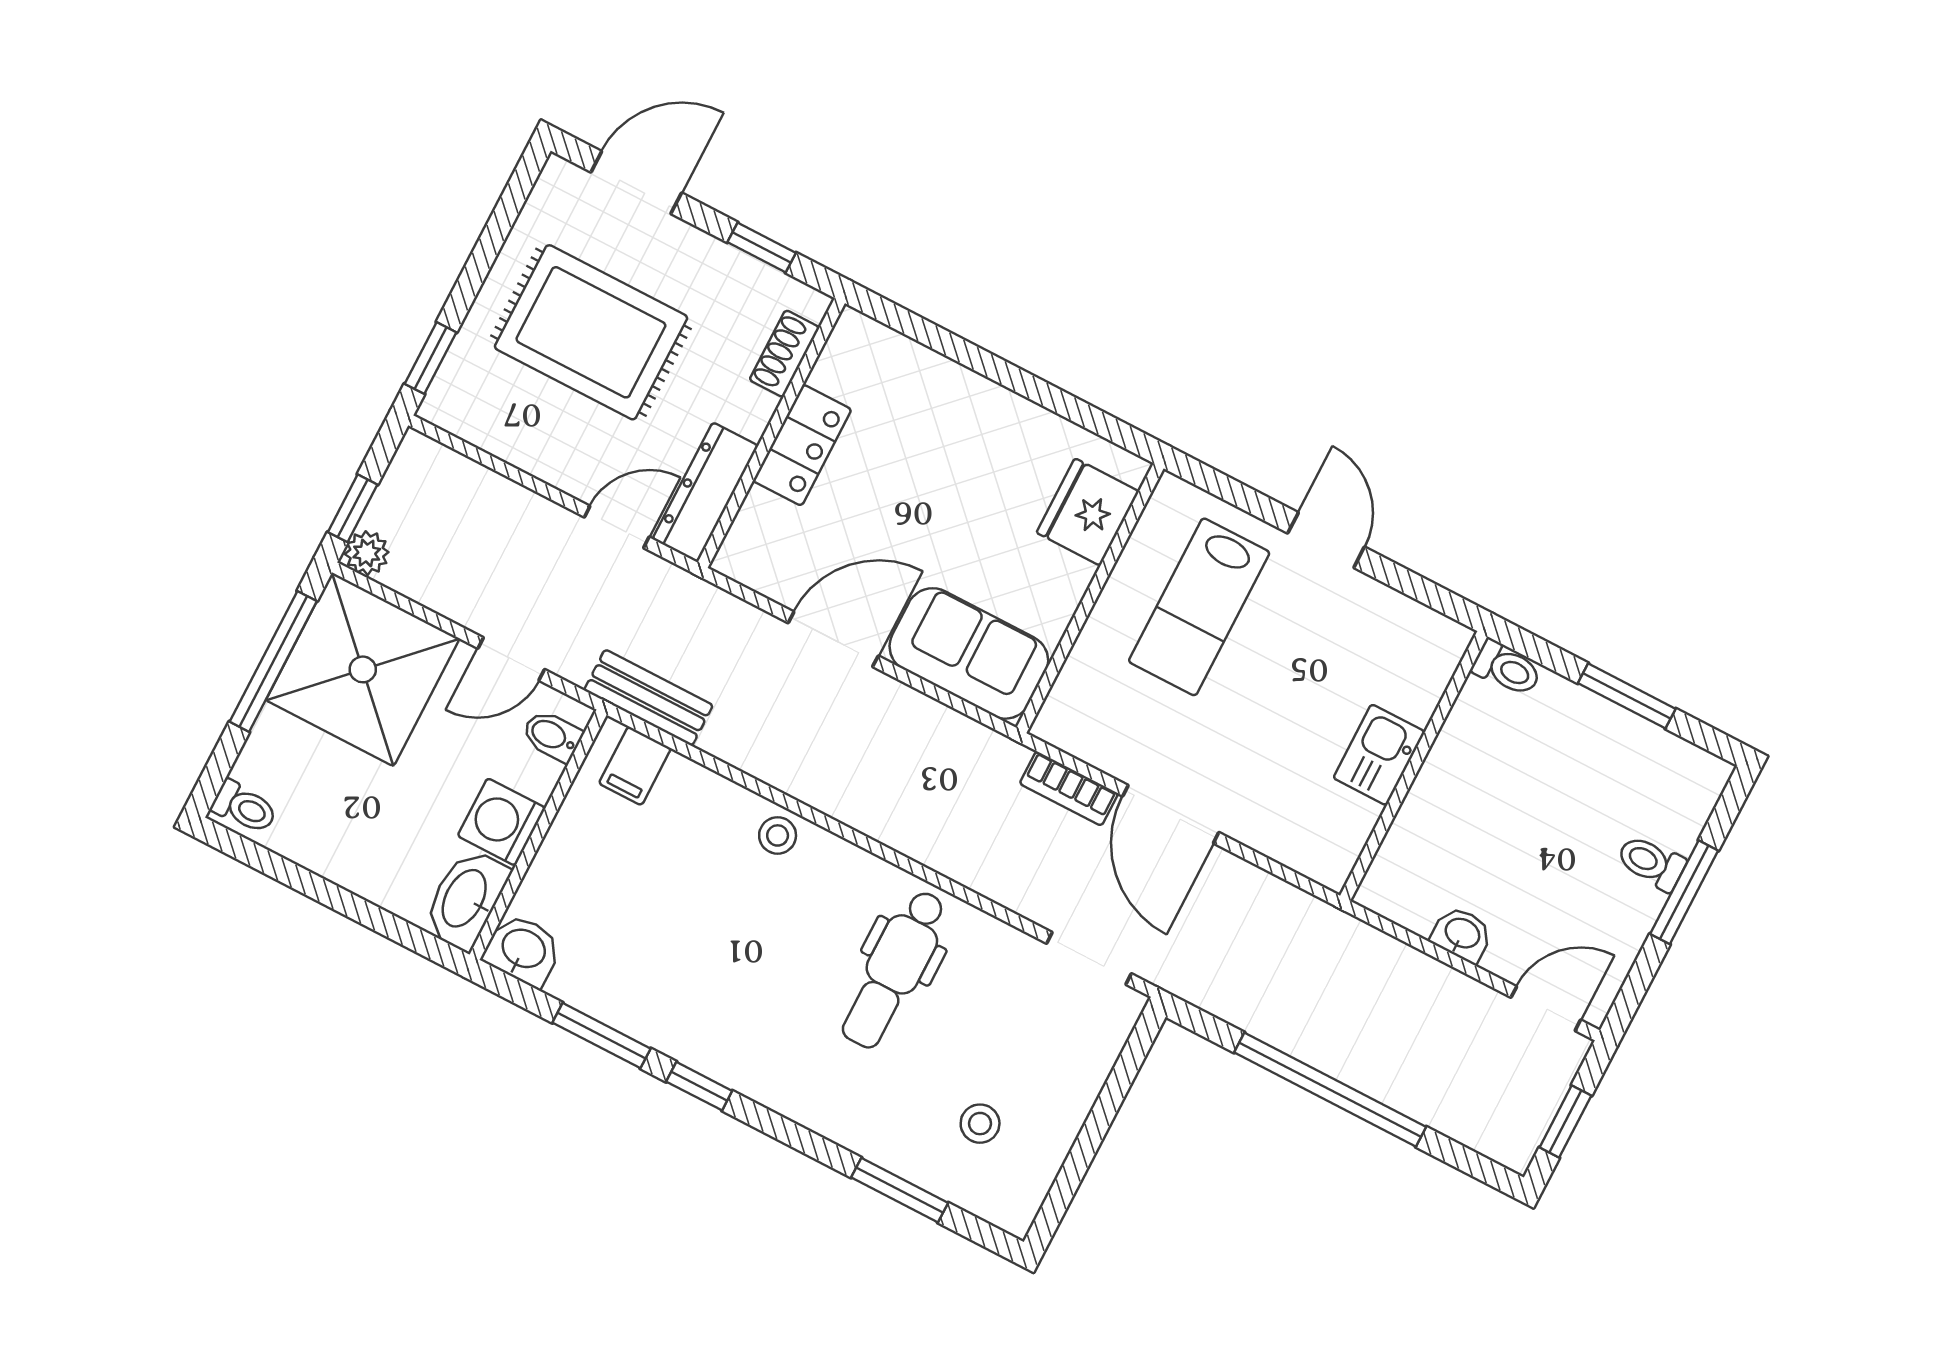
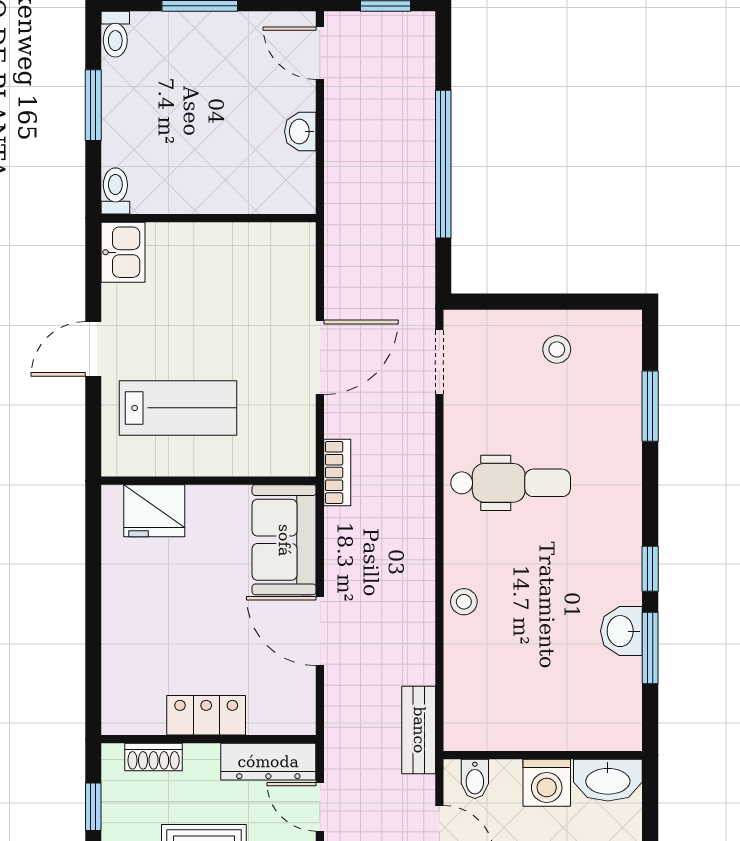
kitchen sink: (1379, 755) -> (123, 252), moved, turned -90
filing cabinet: (635, 766) -> (467, 716), removed
bookcase: (1069, 789) -> (337, 472), moved
toilet: (1651, 863) -> (115, 34), moved
washbasin: (523, 950) -> (621, 631), moved
stool: (980, 1124) -> (557, 349), moved

